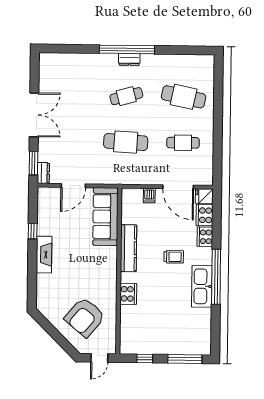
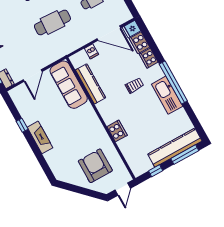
kitchen counter: (128, 248) -> (90, 84), moved
armchair: (85, 317) -> (95, 166), turned 140
kitchen counter: (179, 346) -> (175, 148), added

